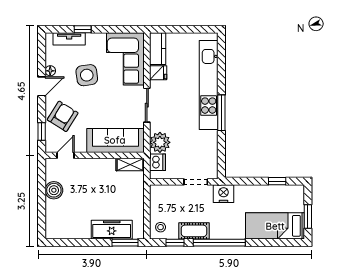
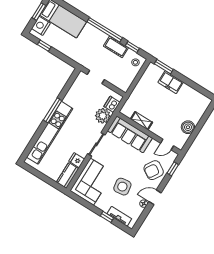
shelving: (130, 165) -> (141, 121), moved
nightstand: (224, 194) -> (41, 26), moved, turned 90
freezer: (112, 230) -> (171, 82), width x0.71

